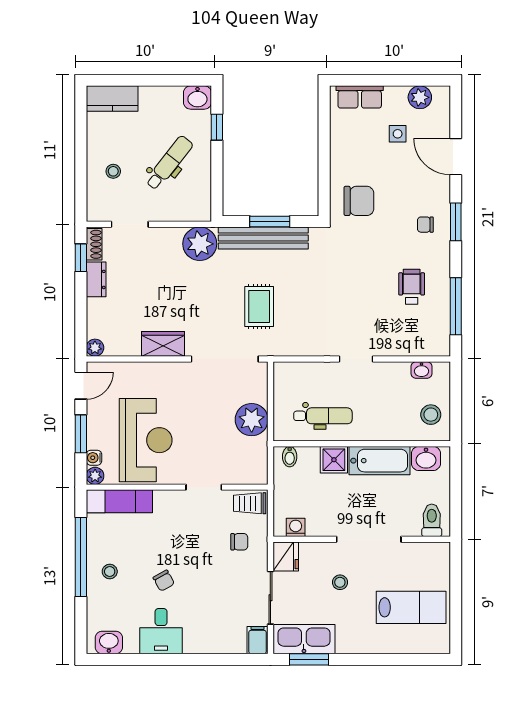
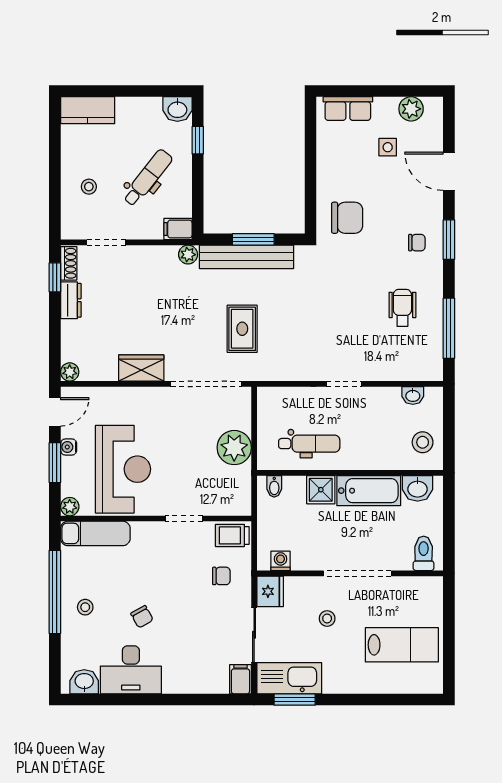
filing cabinet: (198, 212) -> (178, 229), added
chair: (425, 225) -> (417, 243), turned 180
plant: (200, 244) -> (188, 255), width x0.53, depth x0.53
water cooler: (94, 458) -> (69, 447), moved
desk: (161, 631) -> (131, 670), width x1.37

